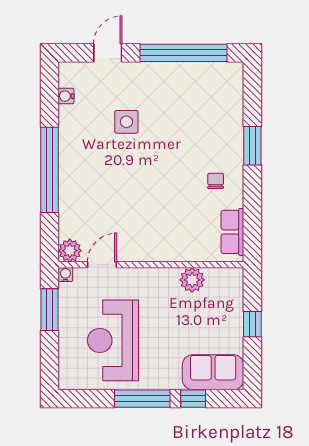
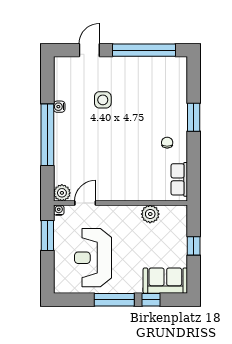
water cooler: (66, 96) -> (59, 107), moved

